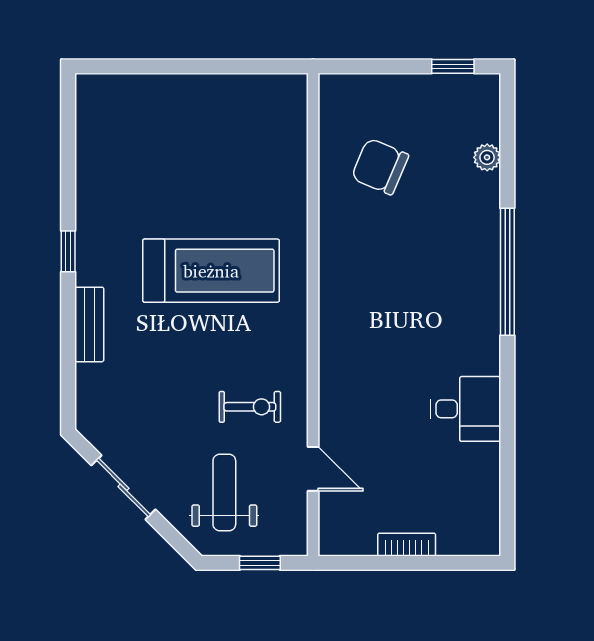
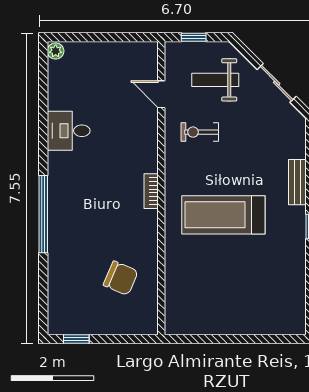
plant: (487, 157) -> (56, 51), moved
weight bench: (224, 493) -> (215, 80), turned 90
bookcase: (407, 545) -> (151, 191), moved, turned 90

